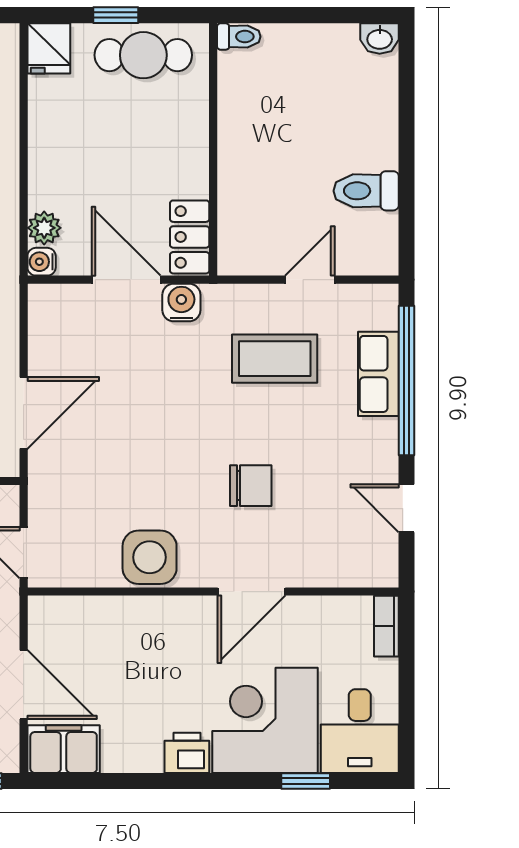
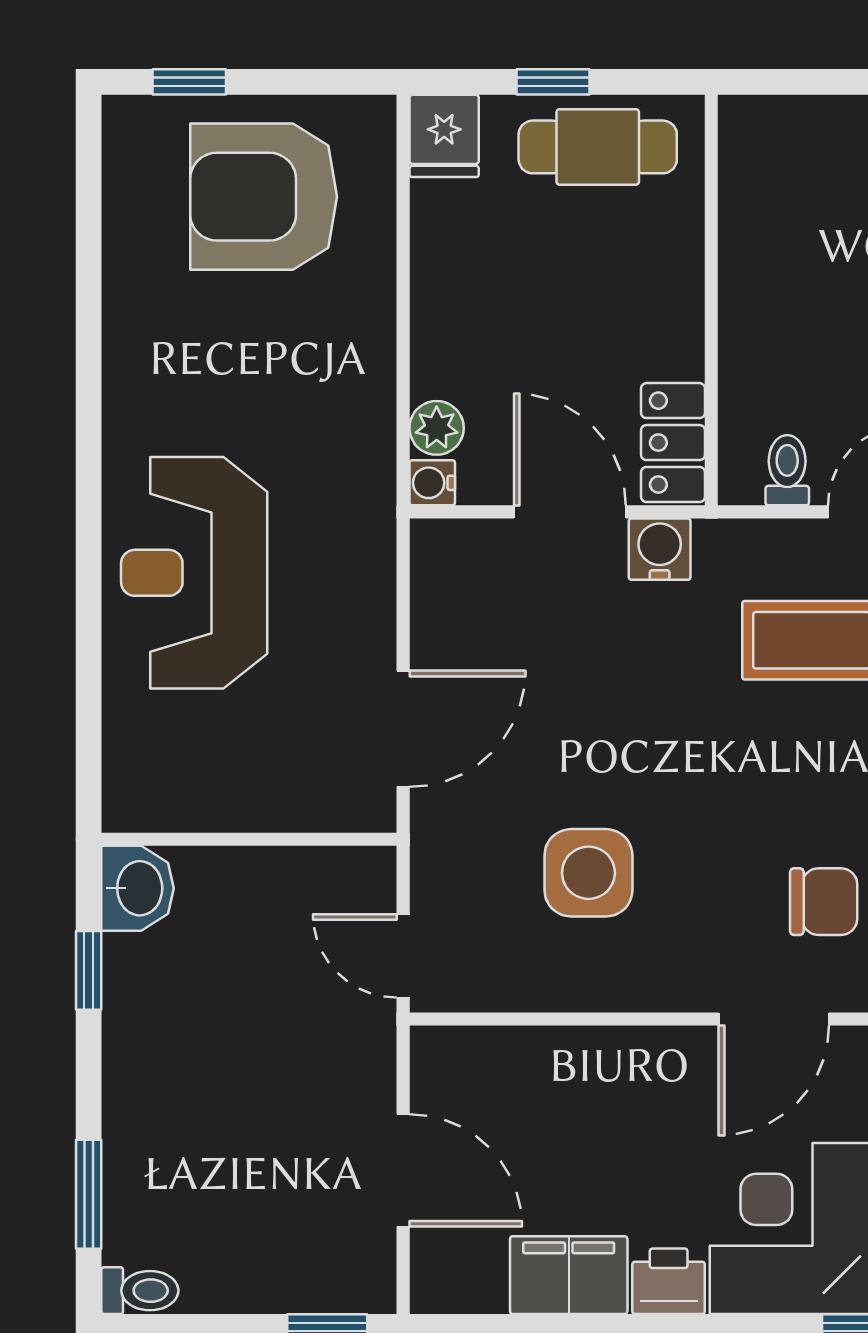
toilet: (239, 37) -> (787, 470), moved, turned -90
chair: (251, 486) -> (824, 902), moved
side table: (150, 557) -> (588, 873), moved
filing cabinet: (64, 749) -> (569, 1275), moved

